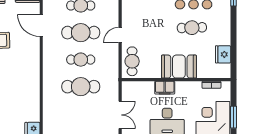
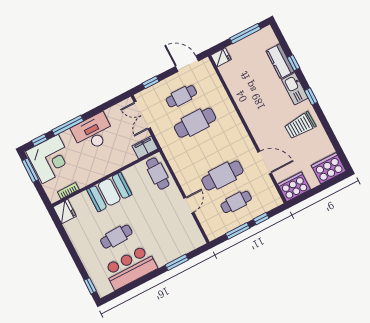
door: (120, 35) -> (189, 205), moved
fridge: (223, 54) -> (65, 212), moved
cafe table: (81, 60) -> (181, 96), moved
filing cabinet: (165, 88) -> (145, 147), moved

